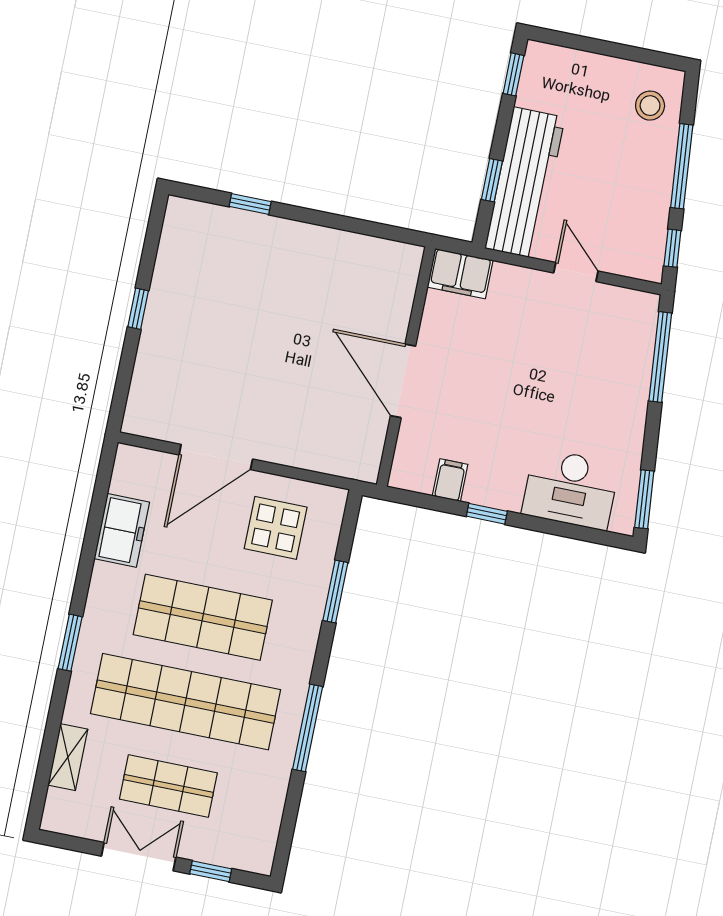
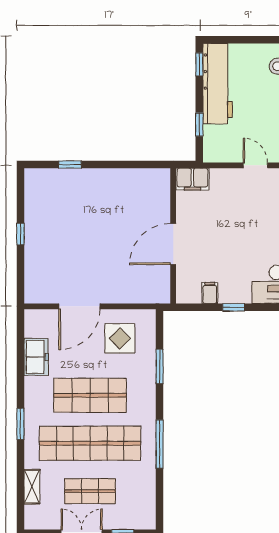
workbench: (525, 183) -> (218, 84), moved
door: (403, 381) -> (173, 244), hinge flipped

